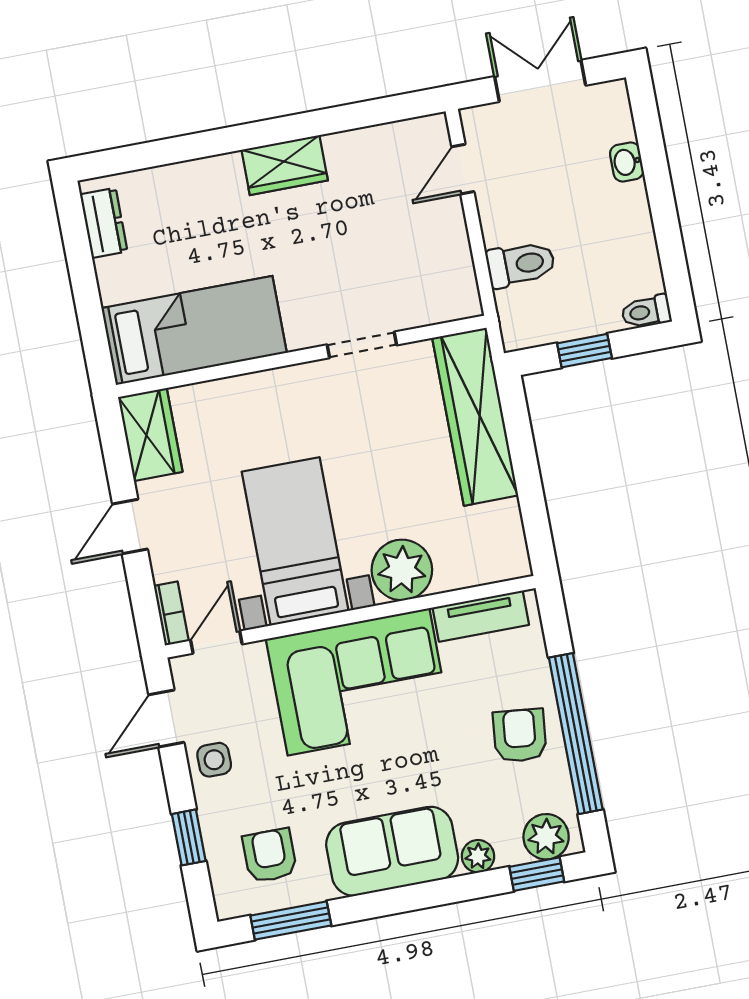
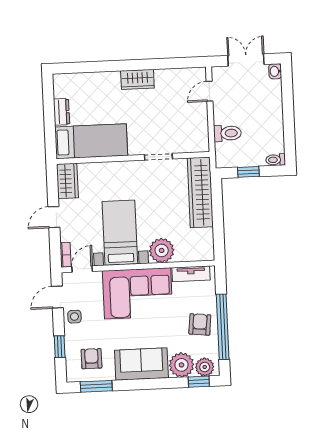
washbasin: (627, 162) -> (275, 71), moved
dresser: (104, 223) -> (62, 112), moved
plant: (478, 856) -> (181, 365), width x1.88, depth x1.88

